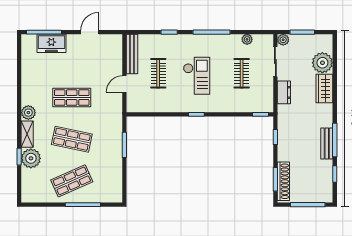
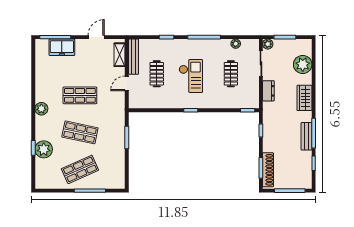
wardrobe: (324, 88) -> (304, 98), moved
shelving: (27, 134) -> (120, 55), moved

